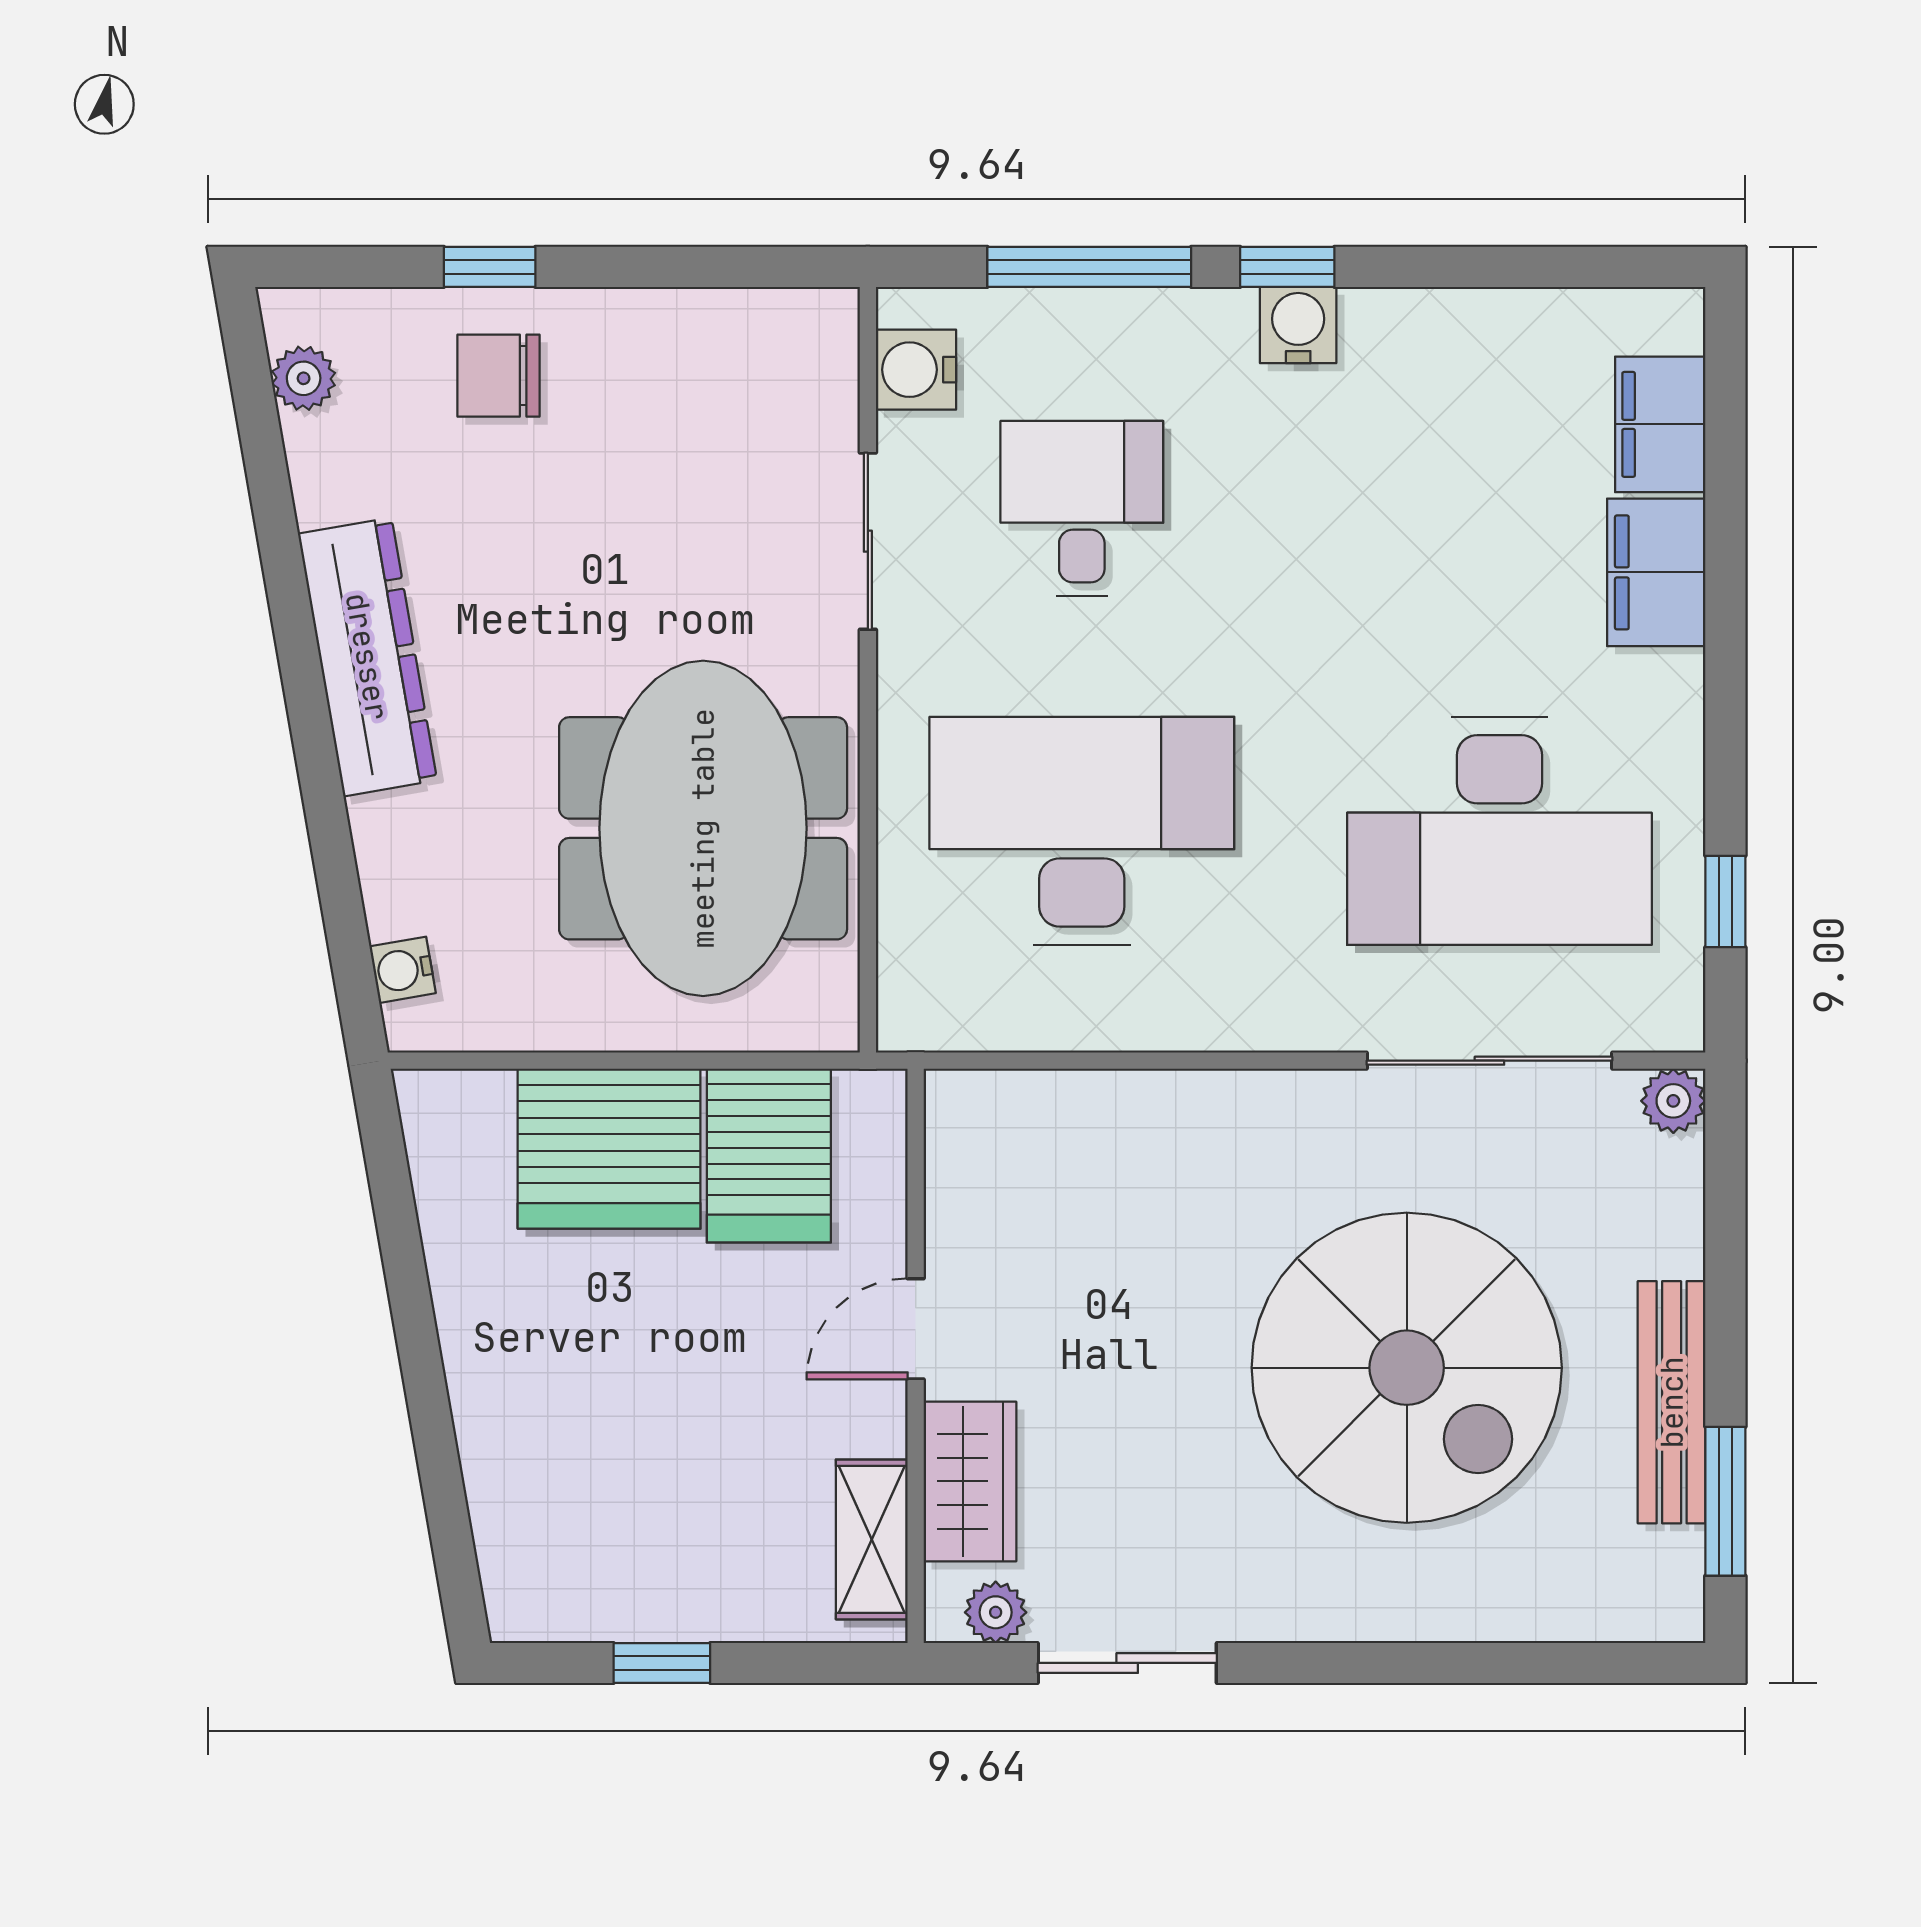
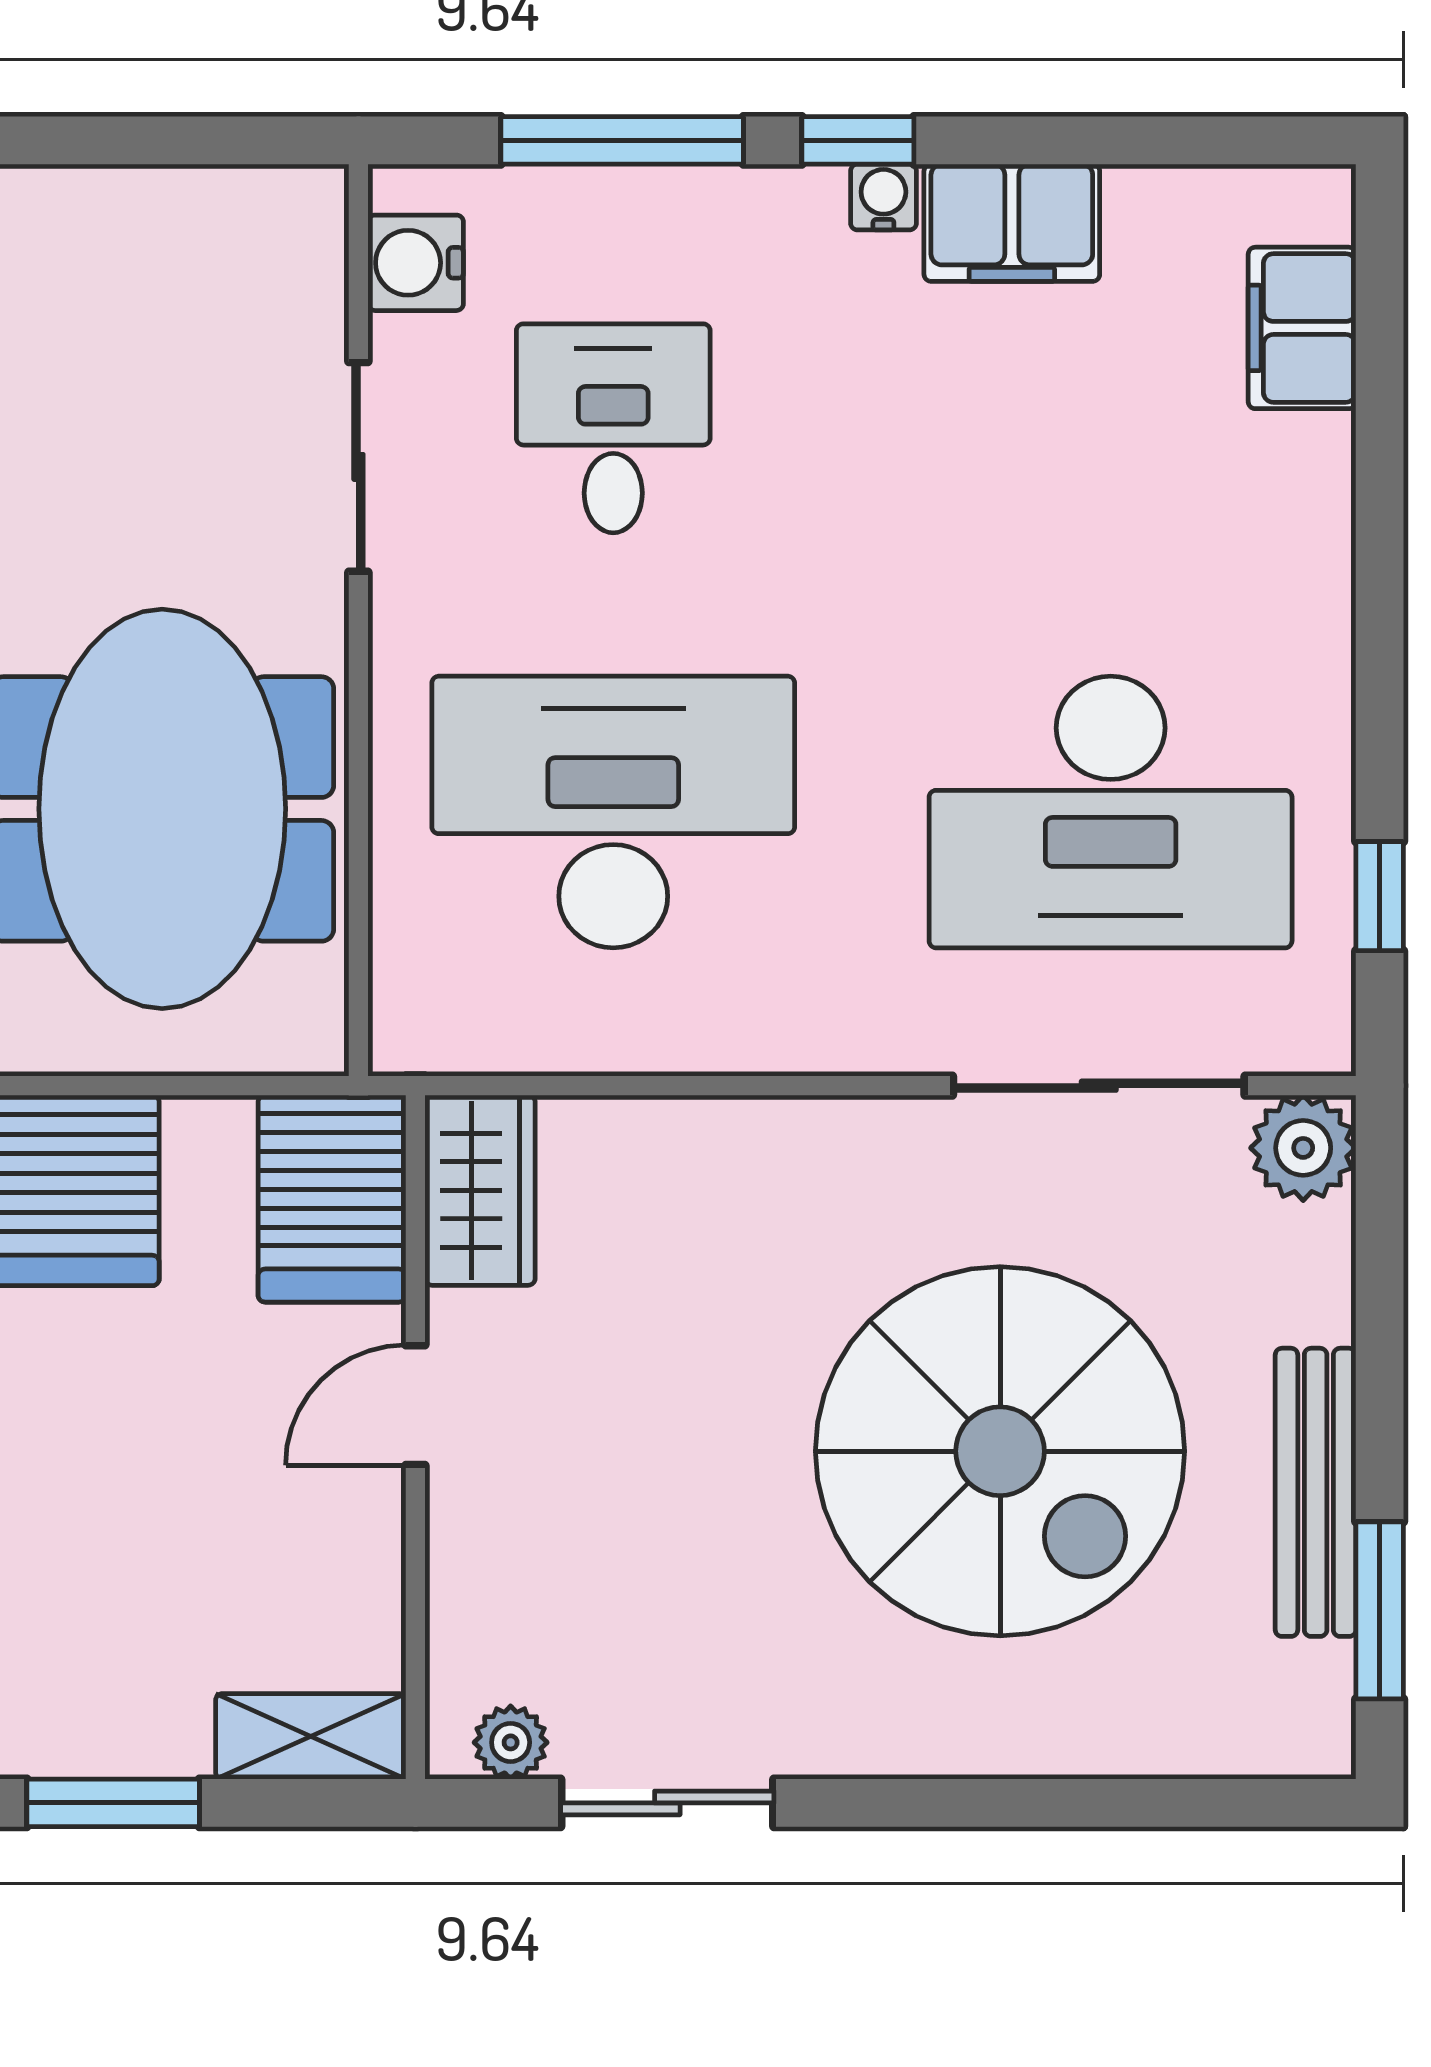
water cooler: (1298, 325) -> (883, 197), width x0.72, depth x0.72
filing cabinet: (1656, 572) -> (1012, 223), moved, turned -90
plant: (1673, 1101) -> (1303, 1148), width x1.38, depth x1.38
server rack: (769, 1156) -> (332, 1199), moved
wardrobe: (970, 1481) -> (480, 1190), moved
shelving: (872, 1539) -> (311, 1736), moved, turned 90
window: (662, 1663) -> (113, 1803), width x1.50

